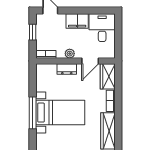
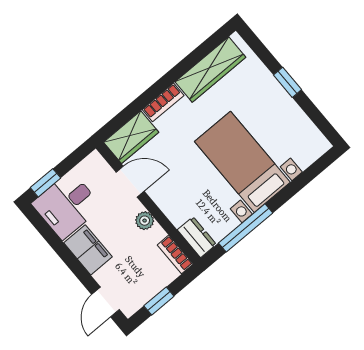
window: (118, 27) -> (45, 183), added
dresser: (67, 69) -> (197, 237), moved
window: (33, 113) -> (246, 228), moved

